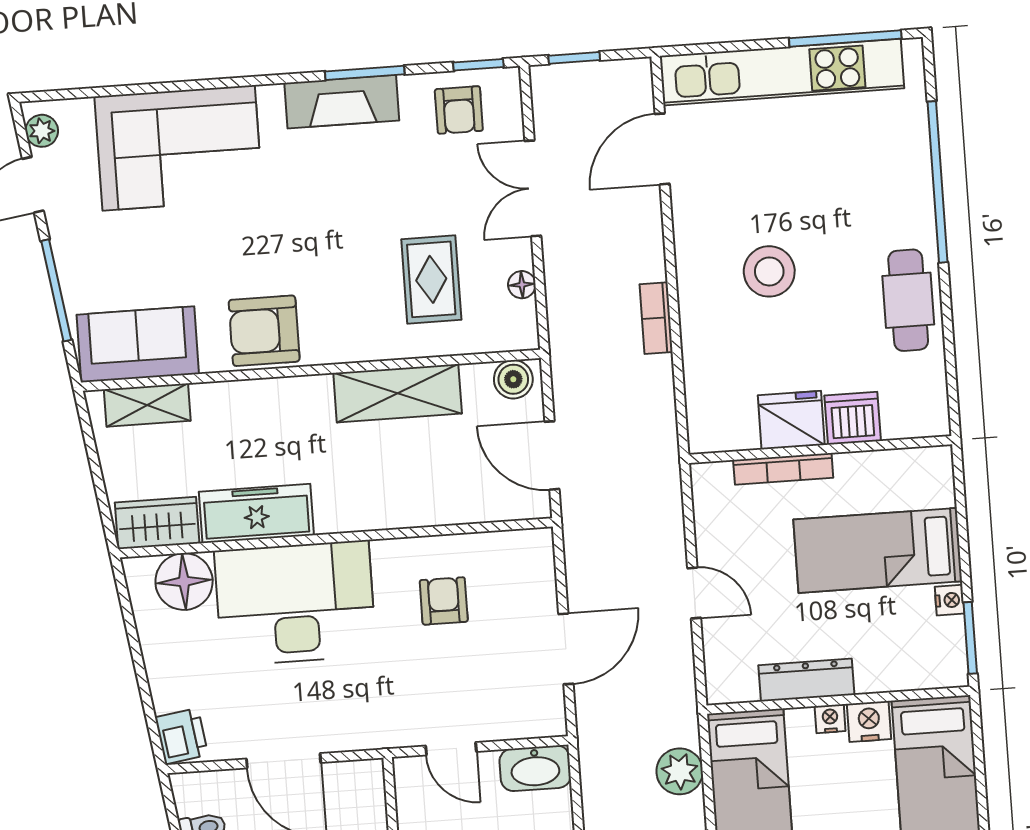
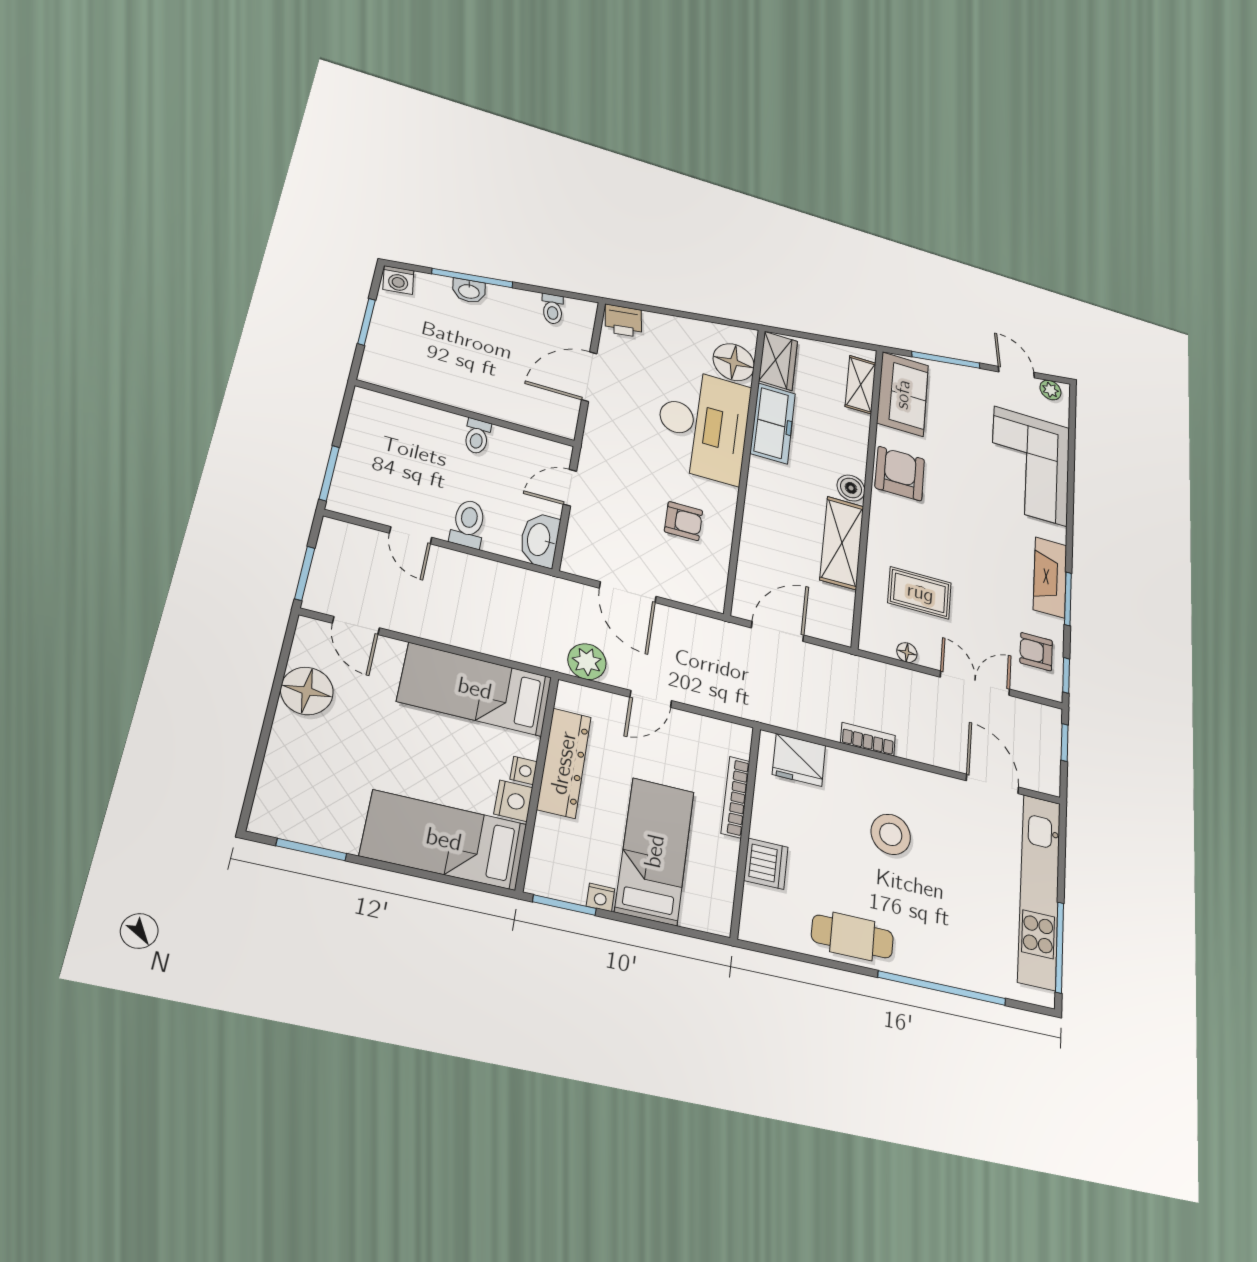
boiler: (513, 379) -> (851, 488), moved
fridge: (791, 420) -> (799, 760), moved, turned 90
dresser: (806, 680) -> (564, 763), width x1.37, depth x1.24
plant: (680, 771) -> (587, 662), moved

